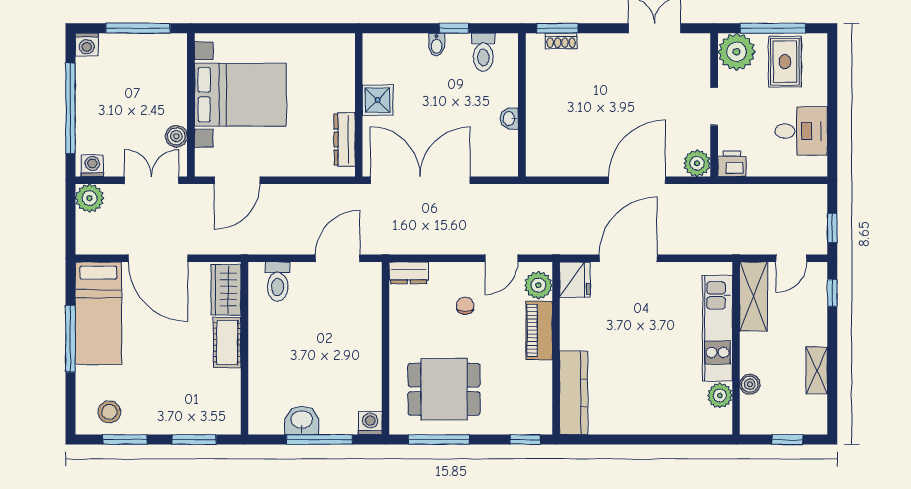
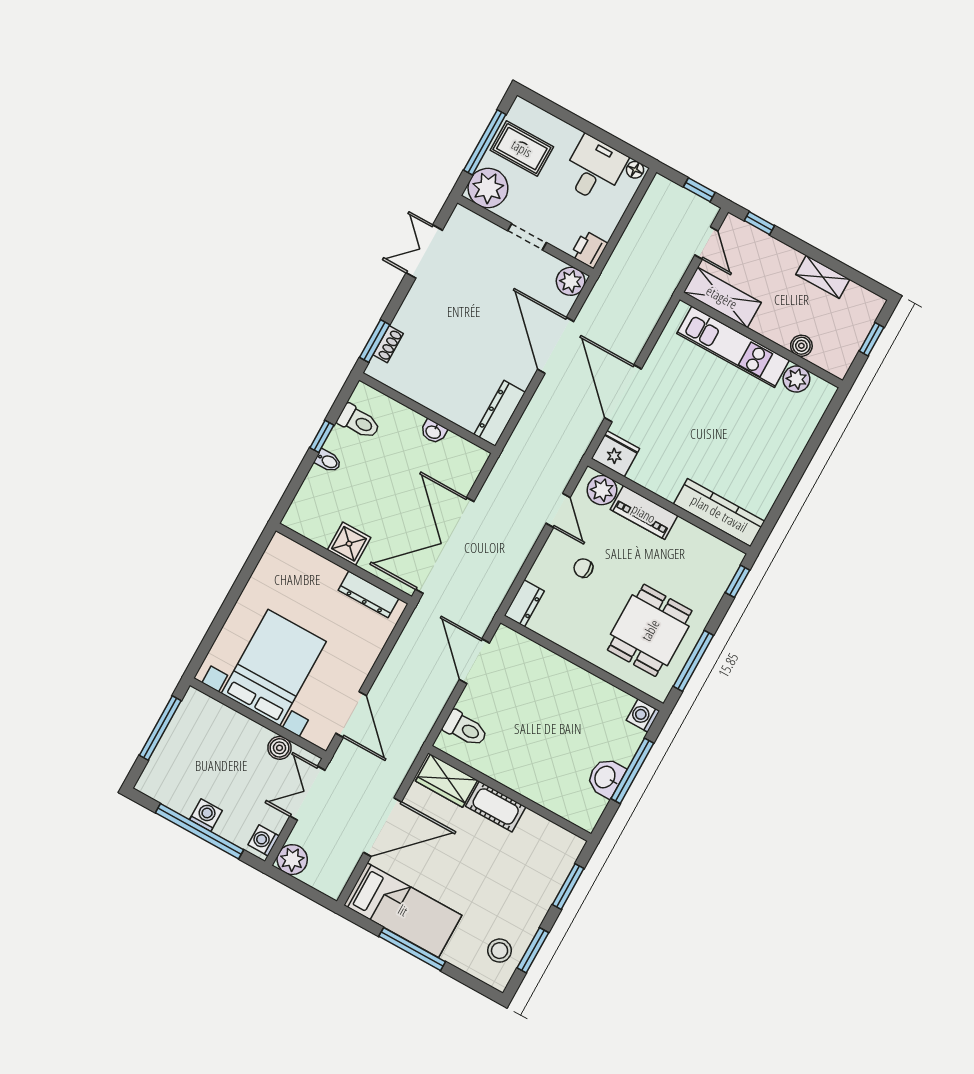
washing machine: (87, 44) -> (206, 815), moved, turned -90
dresser: (555, 165) -> (500, 413), added
floor lamp: (819, 165) -> (635, 170), added

